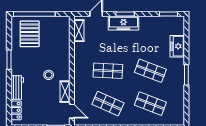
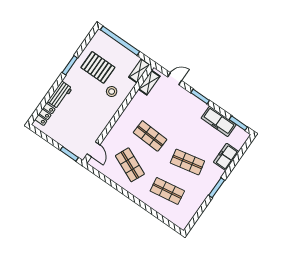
freezer: (123, 23) -> (219, 121), moved
pallet: (30, 34) -> (98, 67), moved, turned 90
shop shelf: (150, 71) -> (187, 162), turned -33
stool: (49, 75) -> (112, 92), moved
shelving: (65, 92) -> (139, 71), moved
shop shelf: (150, 104) -> (167, 191), turned -30

